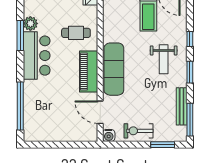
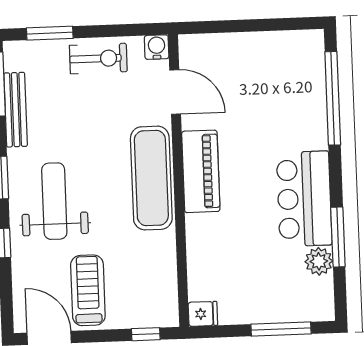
cafe table: (76, 33) -> (229, 246), removed
weight bench: (164, 59) -> (54, 201), width x1.36, depth x1.33

